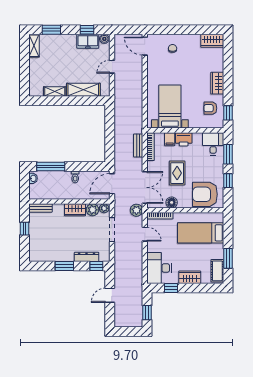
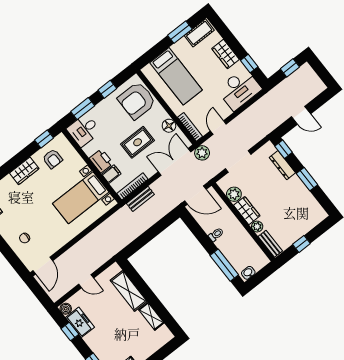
armchair: (205, 194) -> (137, 101), turned 90
plant: (104, 208) -> (257, 227), moved

